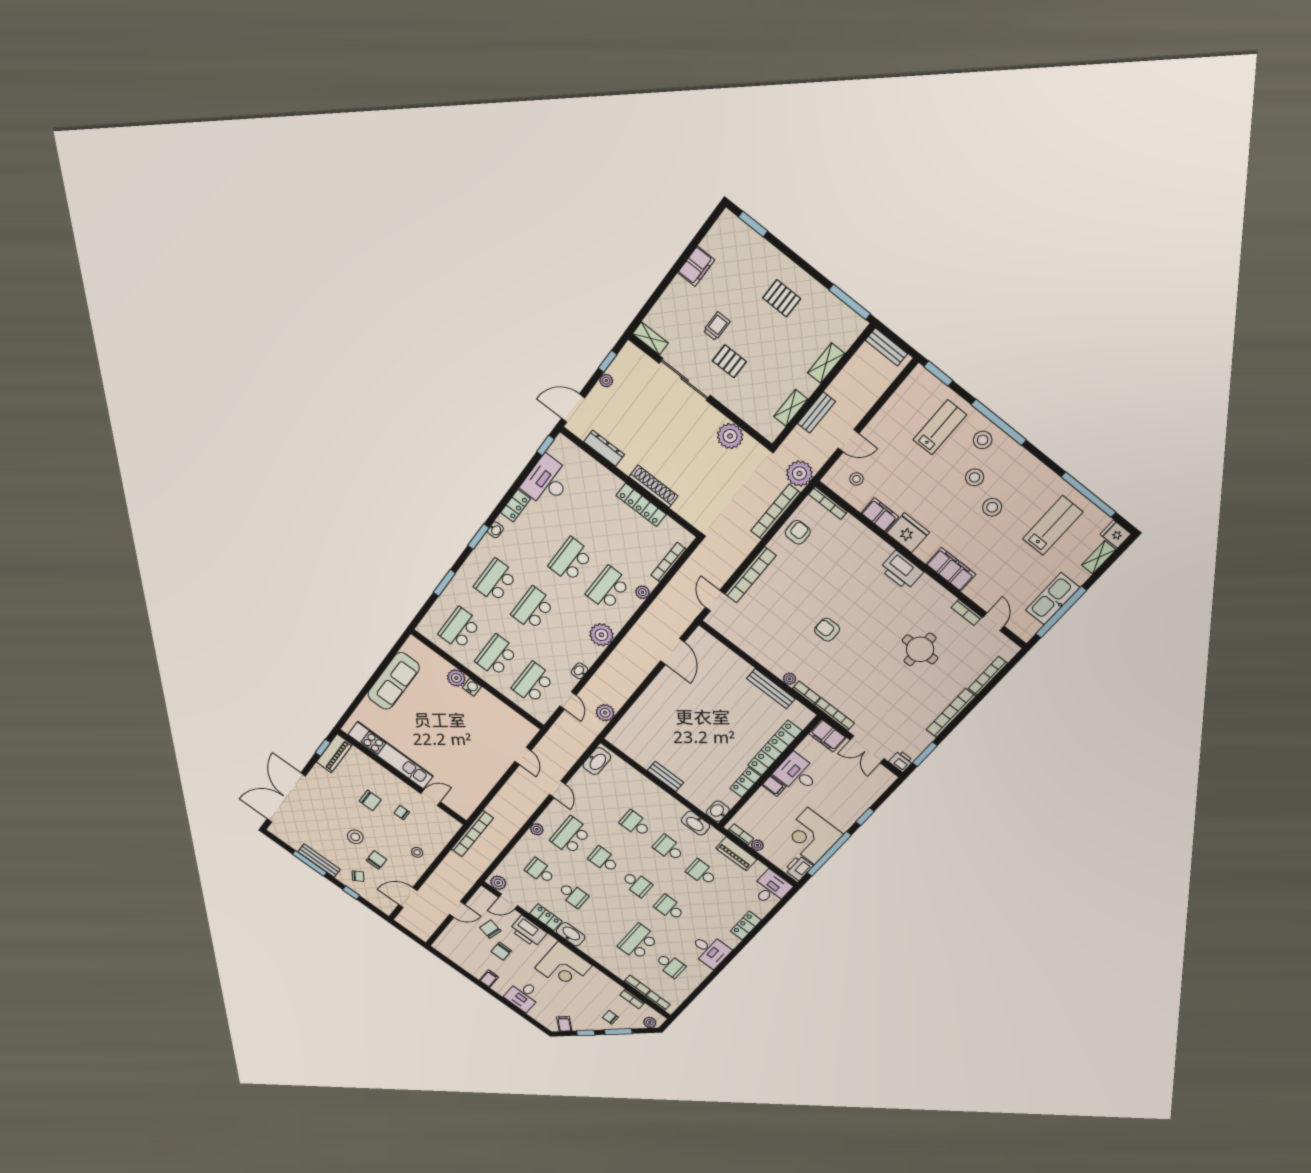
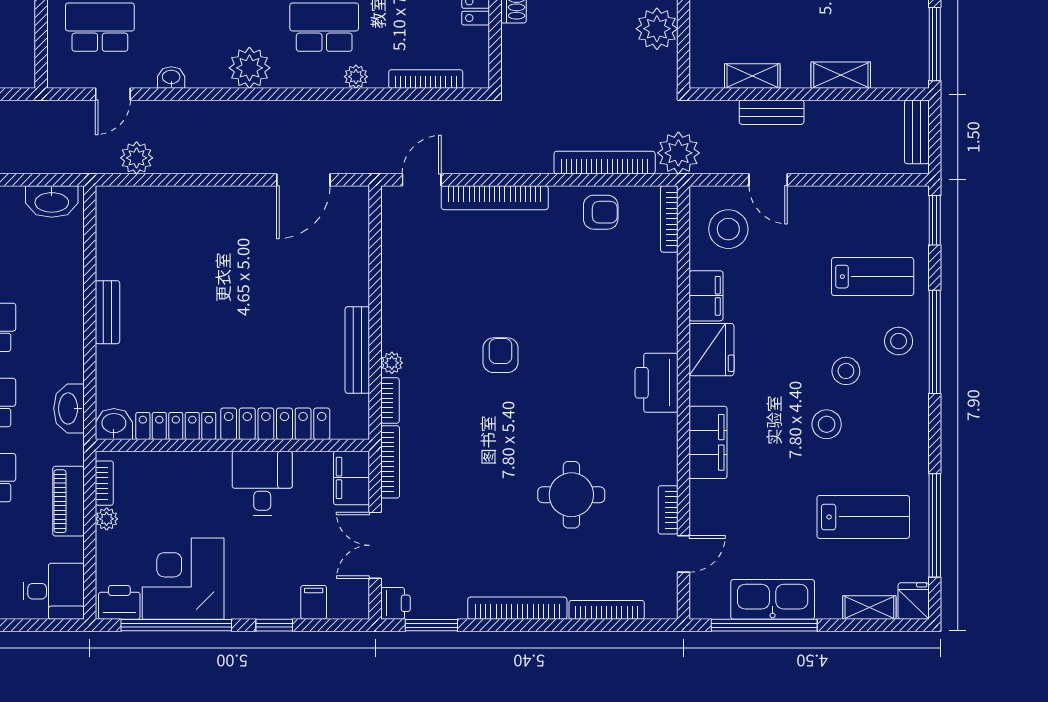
stool: (856, 479) -> (728, 229), width x1.89, depth x1.89
locker: (745, 782) -> (176, 426), width x1.53
filing cabinet: (774, 786) -> (314, 602), moved, turned 180

